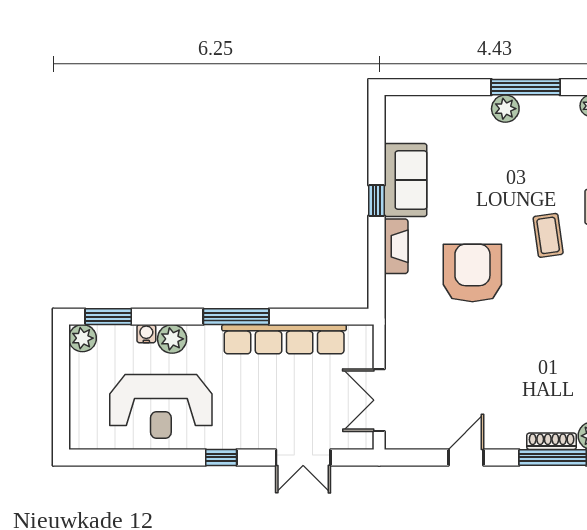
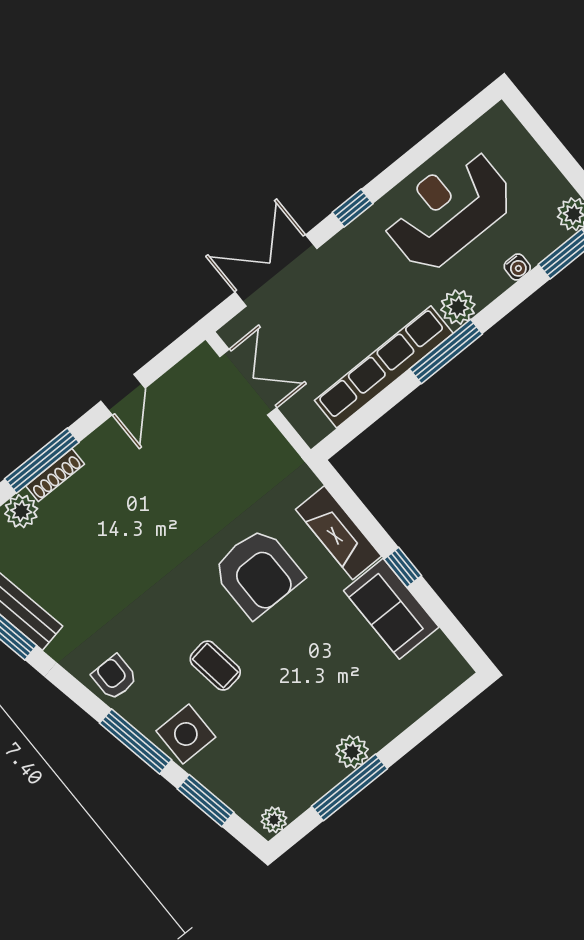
fireplace: (396, 246) -> (338, 533), width x1.37, depth x1.32
plant: (172, 339) -> (458, 307), moved
double door: (303, 457) -> (276, 270), width x1.37

